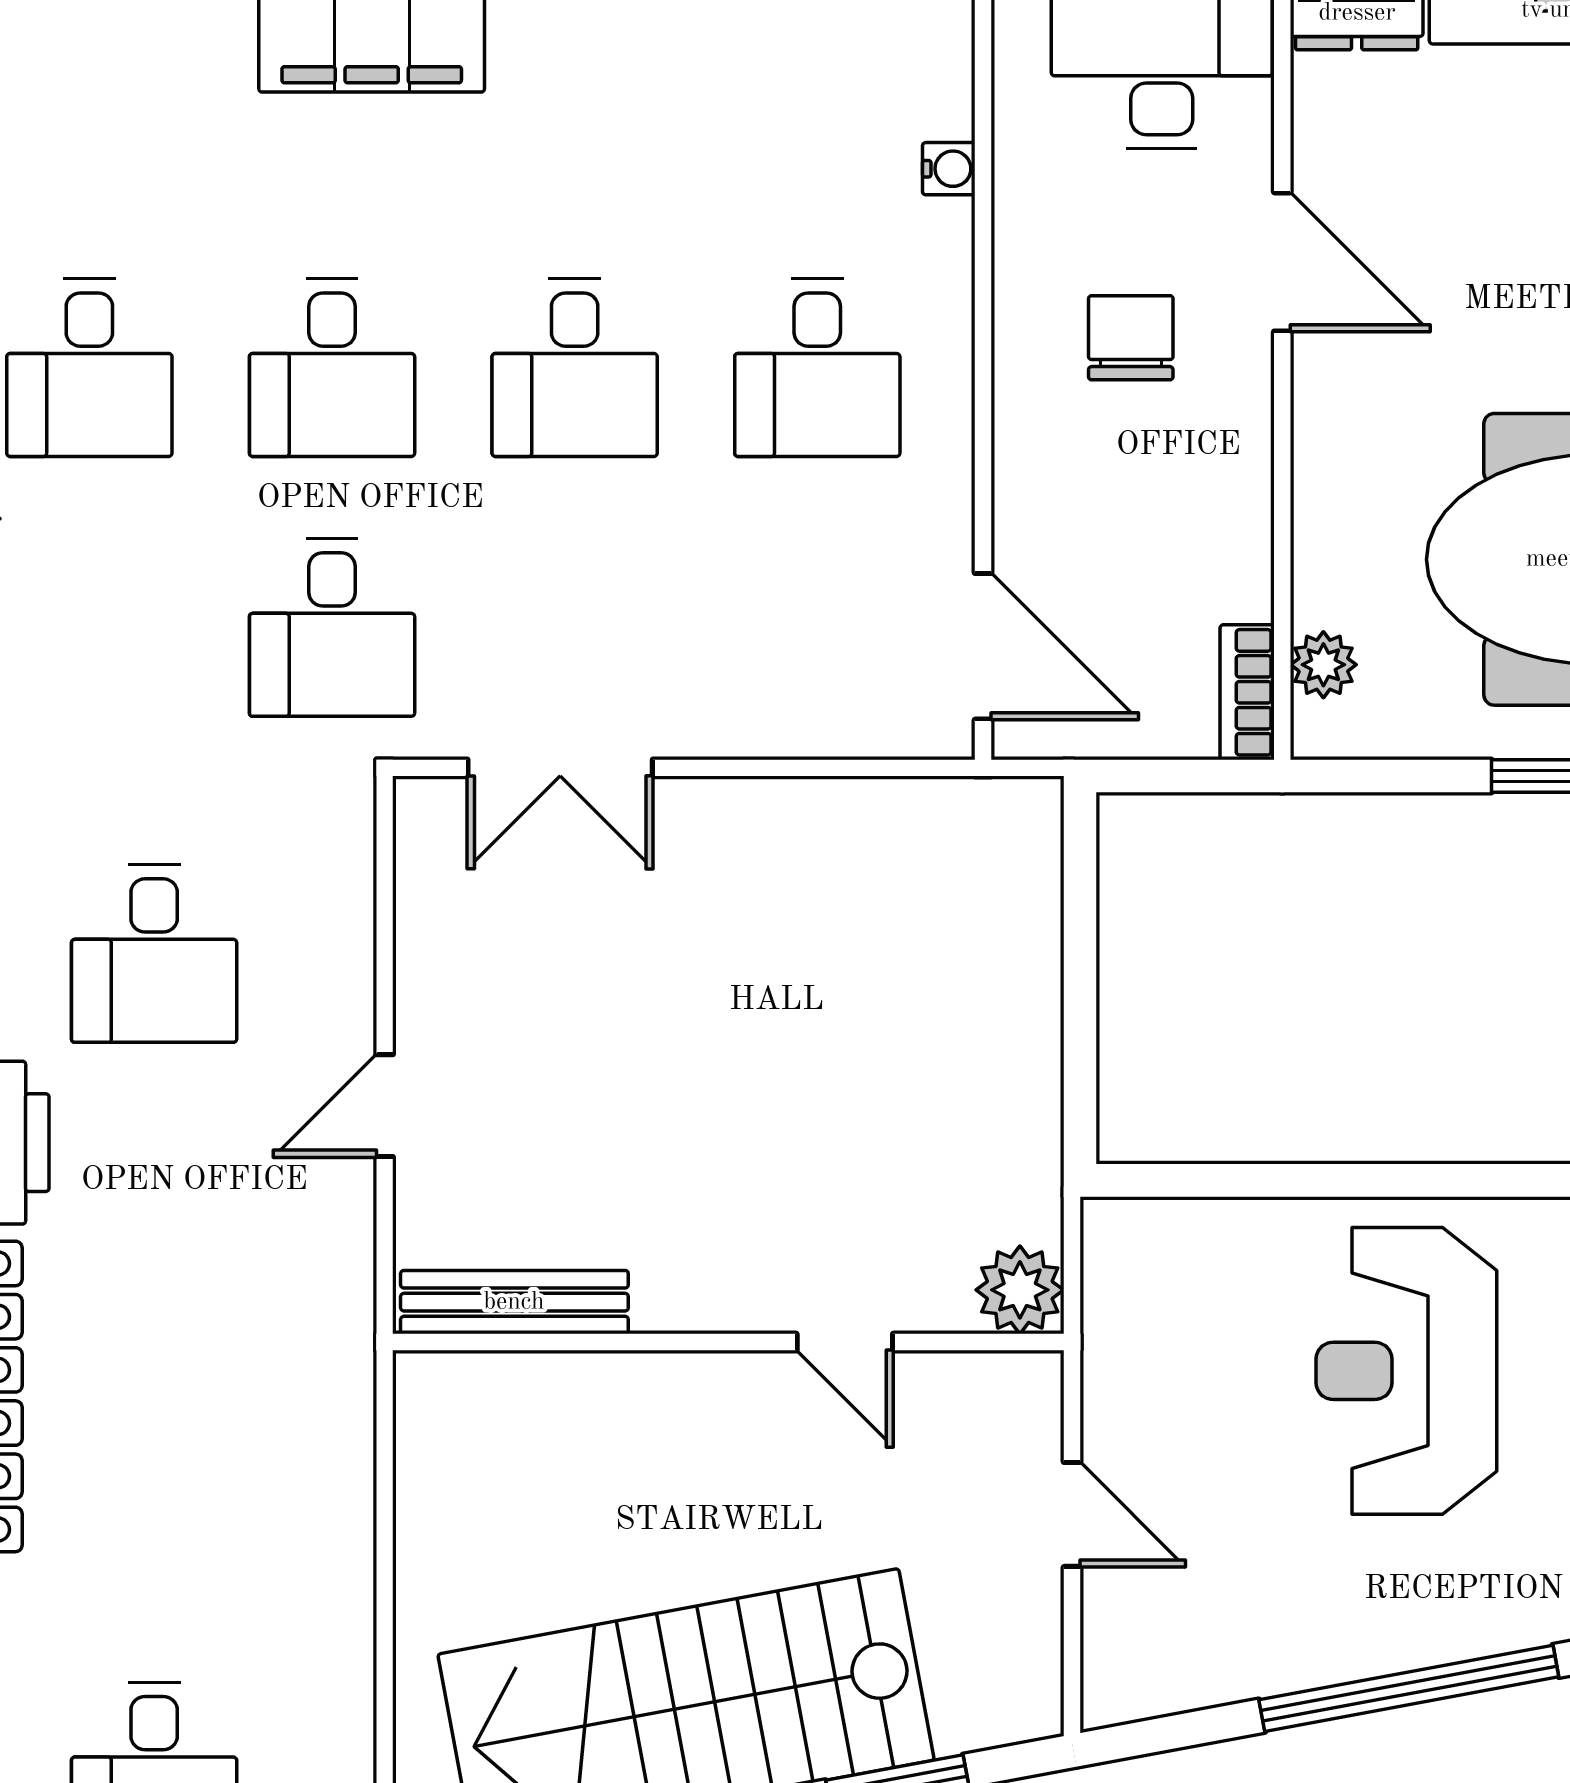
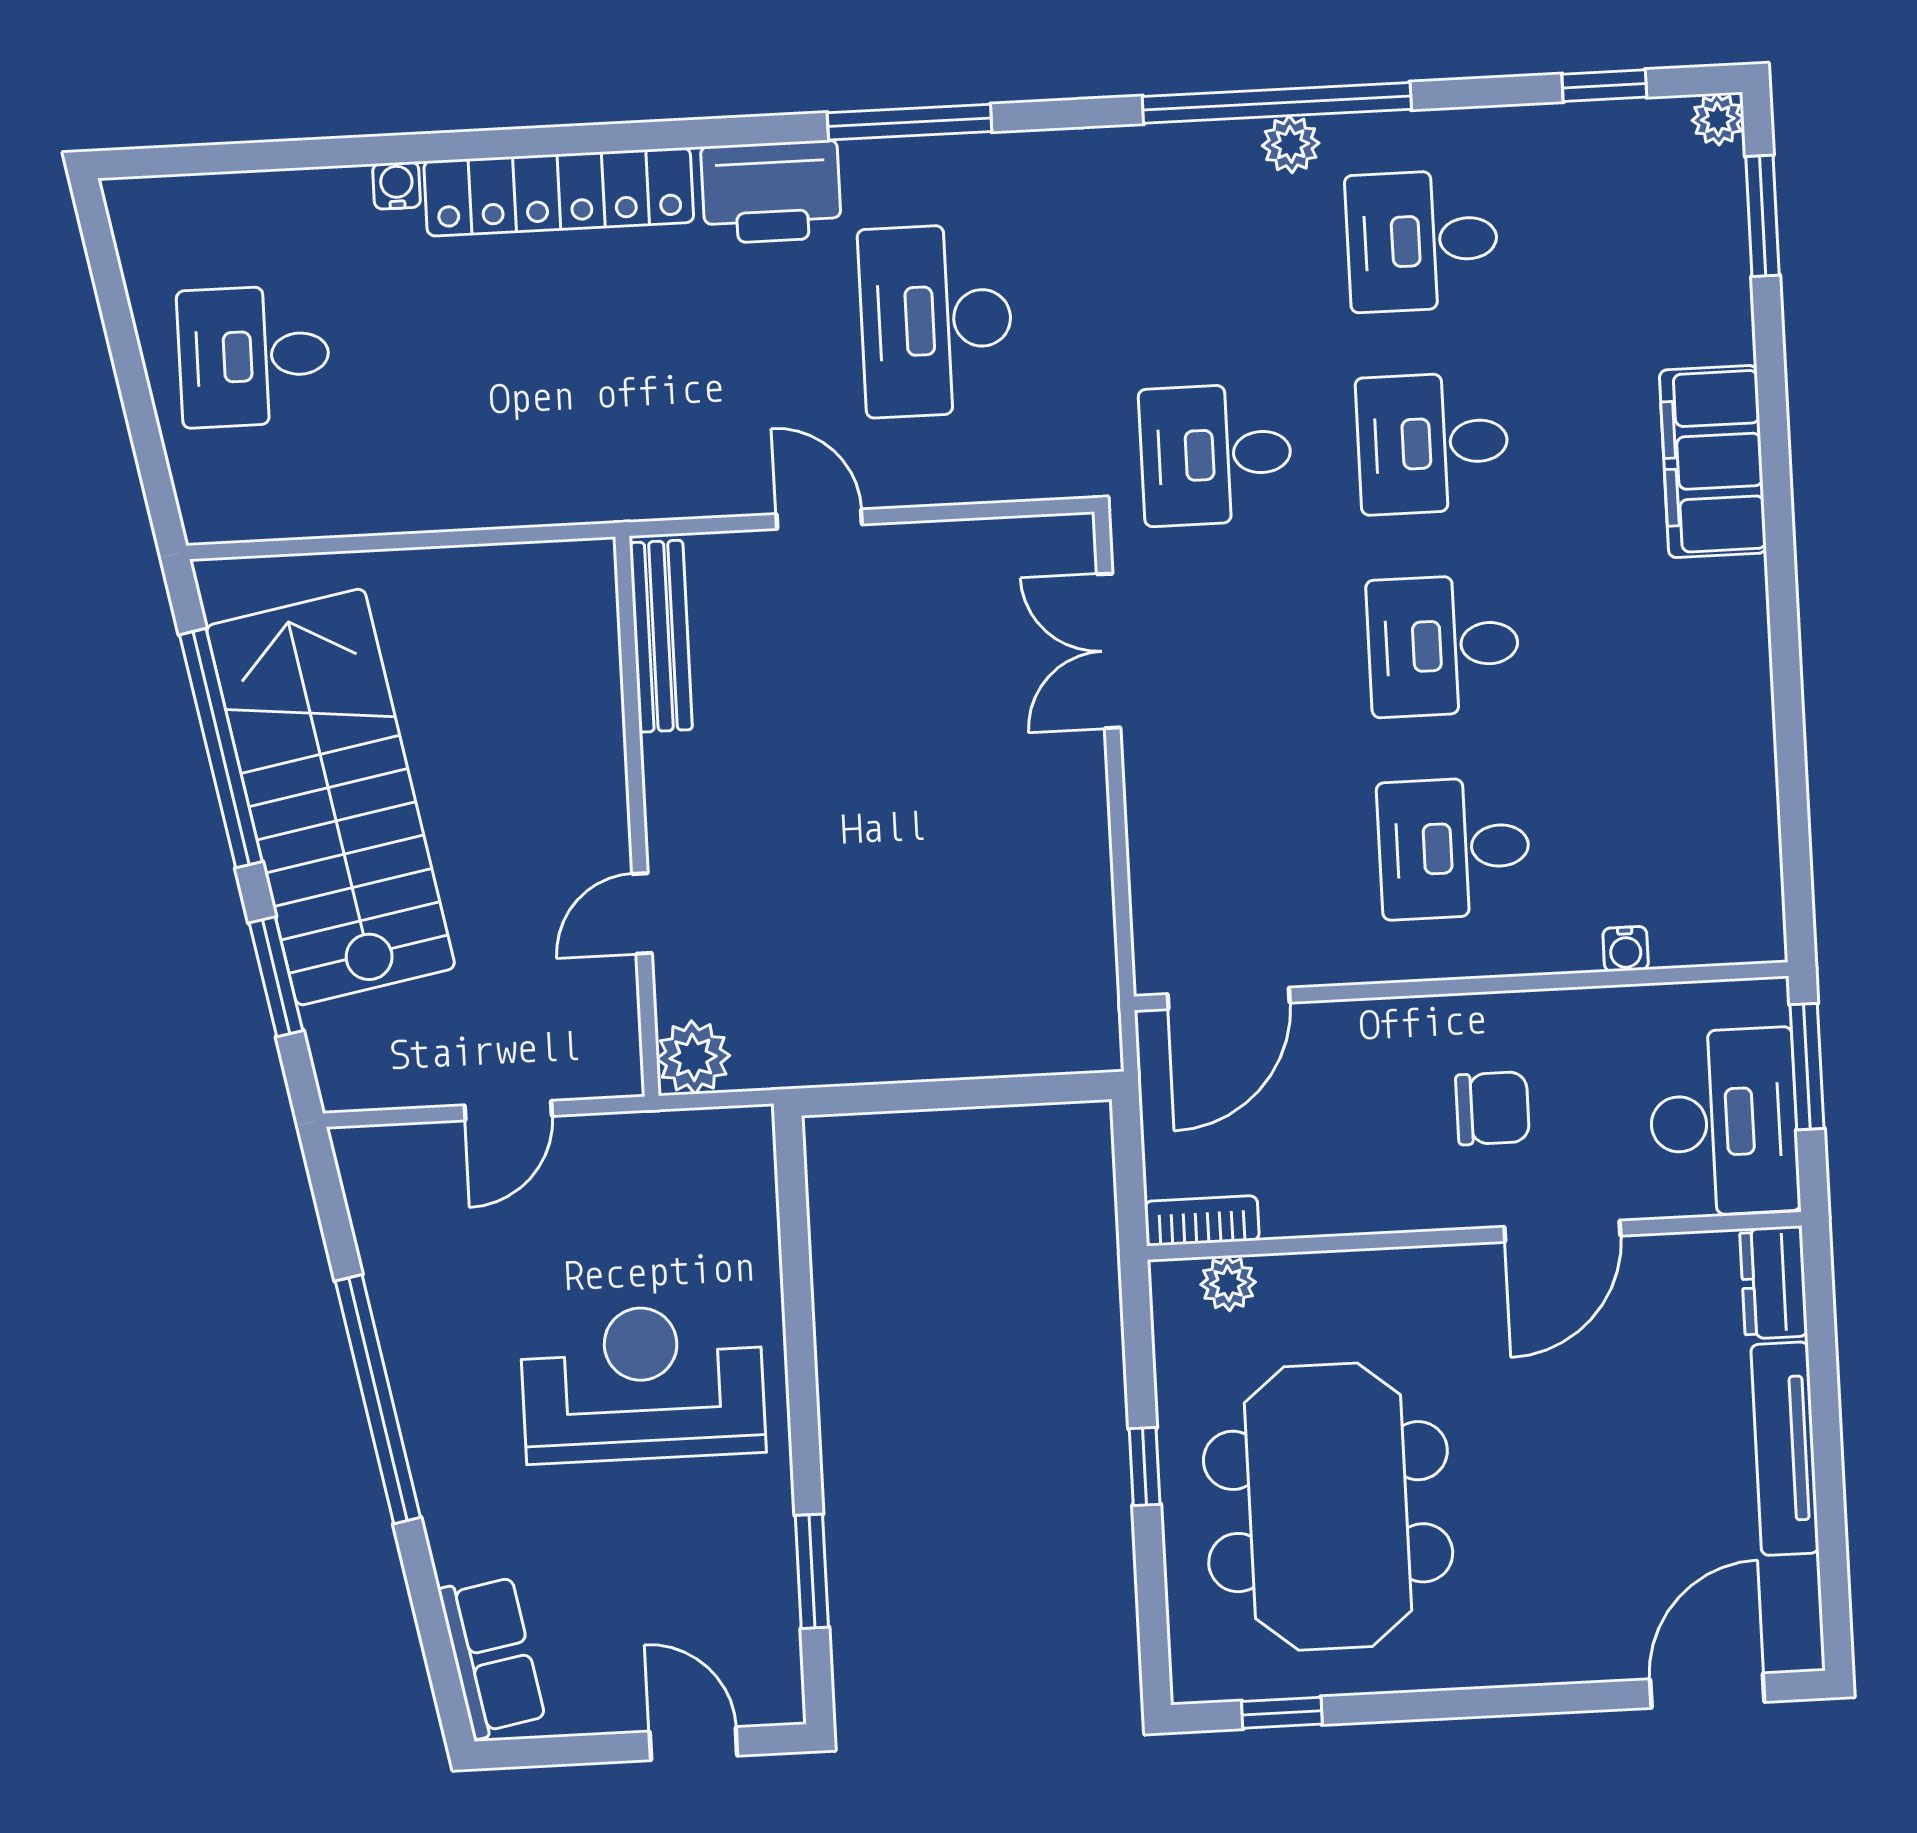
desk: (154, 953) -> (936, 320), width x1.37

